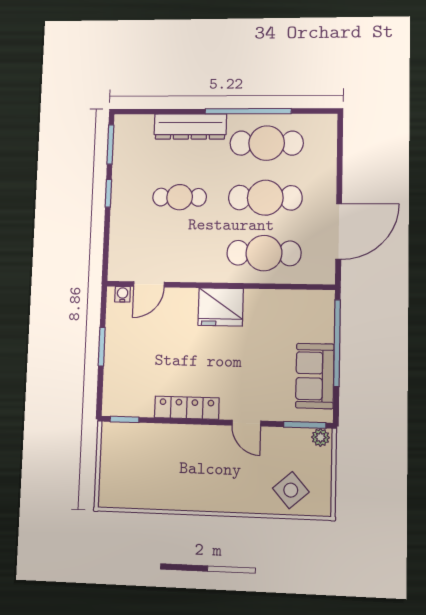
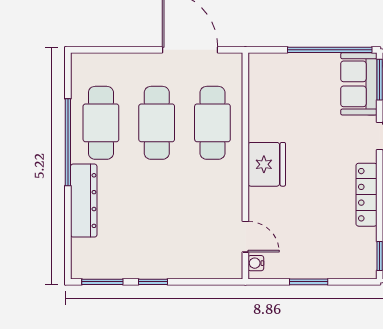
cafe table: (180, 197) -> (157, 209), removed
window: (337, 343) -> (330, 50), moved
sofa: (315, 376) -> (359, 84), moved, turned 90

